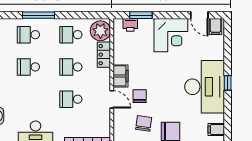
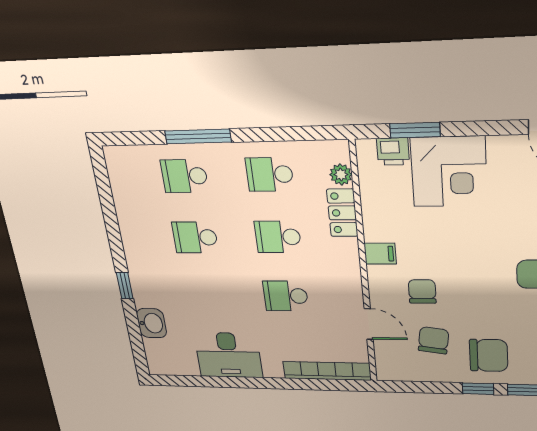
plant: (100, 31) -> (341, 175), width x0.53, depth x0.53
corner desk: (171, 35) -> (449, 172), moved
filing cabinet: (120, 76) -> (380, 254), width x0.50
door: (112, 99) -> (369, 324), moved

